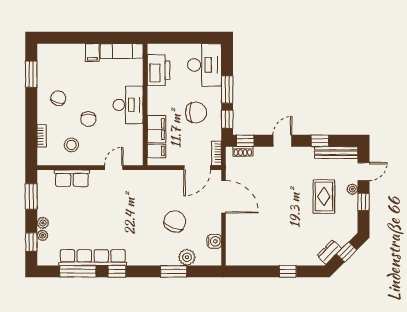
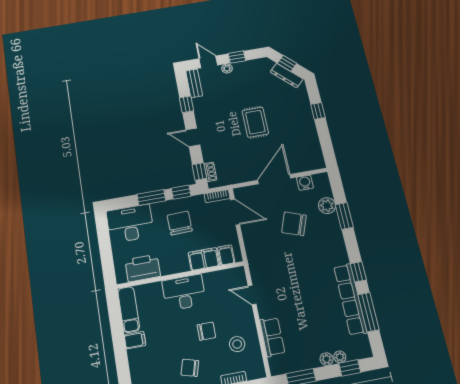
bench: (336, 153) -> (194, 83), width x0.73
rug: (324, 196) -> (255, 122), moved, turned 90
door: (224, 197) -> (274, 179), moved
dresser: (329, 252) -> (287, 75), width x1.44

